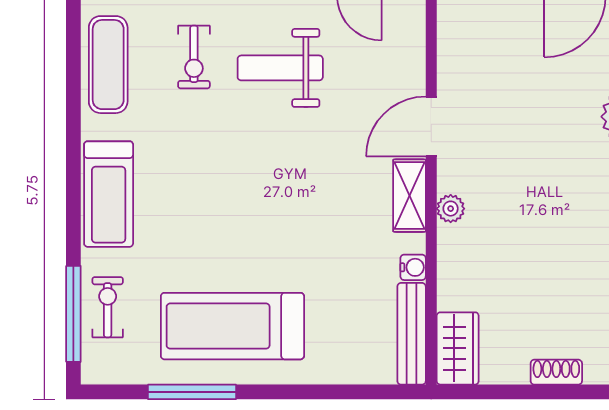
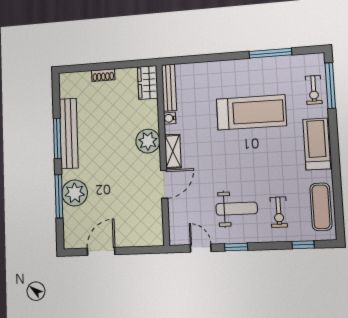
exercise bike: (194, 57) -> (279, 212), turned 180
plant: (451, 209) -> (148, 141), width x1.88, depth x1.88
treadmill: (232, 326) -> (251, 112), moved

